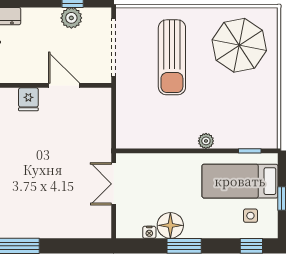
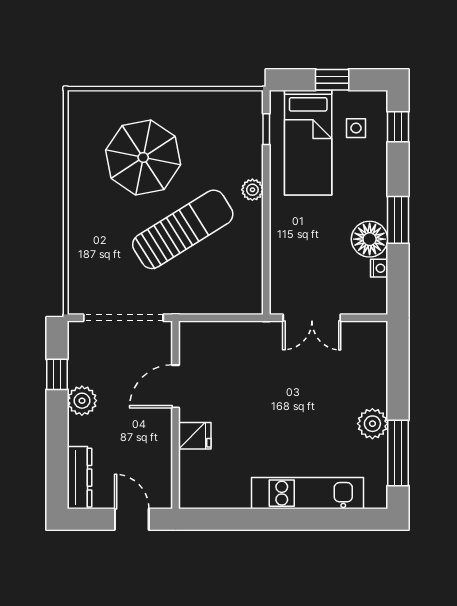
plant: (71, 18) -> (82, 401), moved
parasol: (239, 45) -> (143, 157), moved
sun lounger: (172, 57) -> (183, 229), moved, turned -32
plant: (37, 228) -> (372, 424), added

